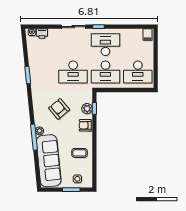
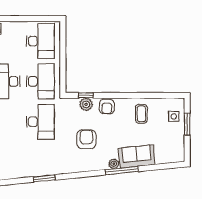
armchair: (59, 109) -> (86, 139), turned 130
sofa: (49, 161) -> (137, 156), width x0.54, depth x0.79

